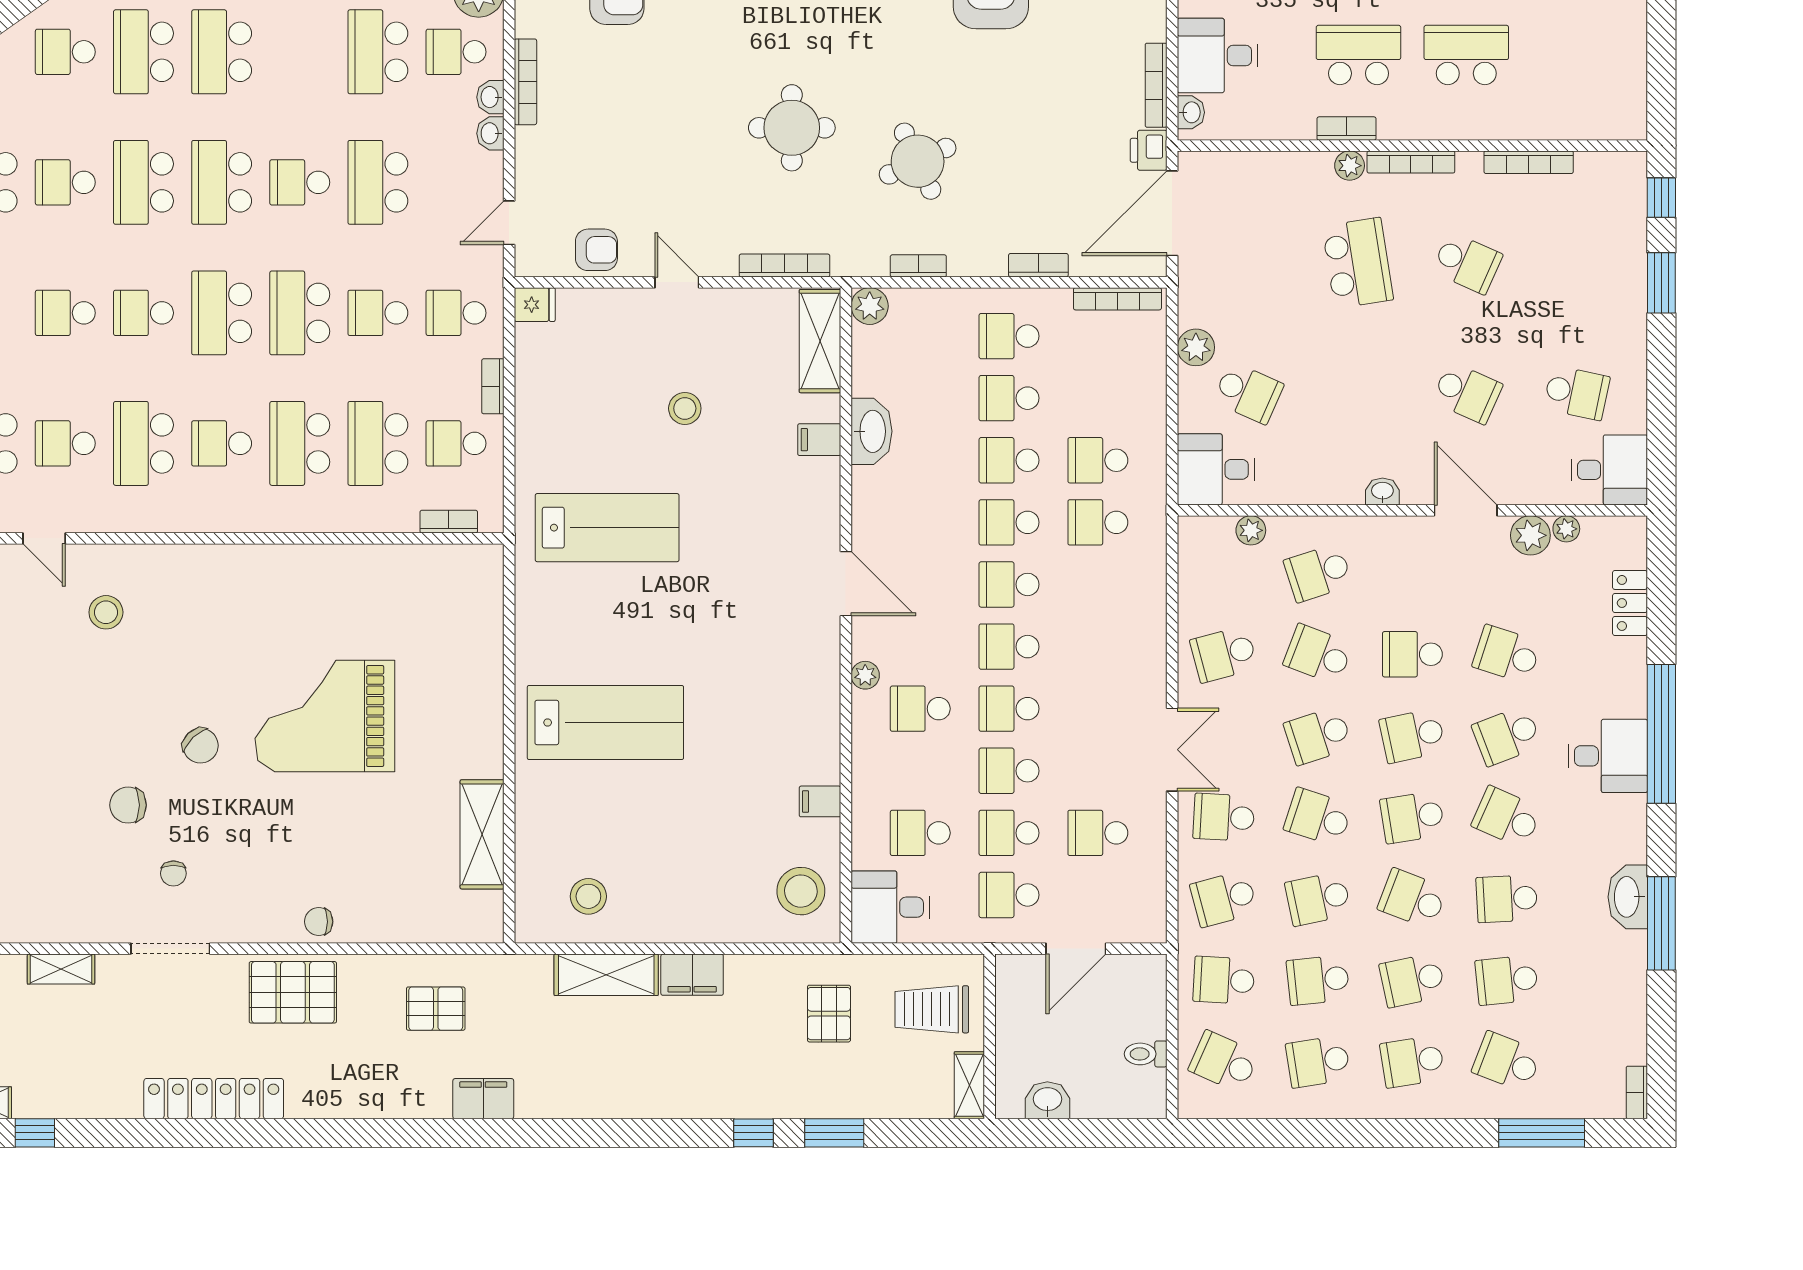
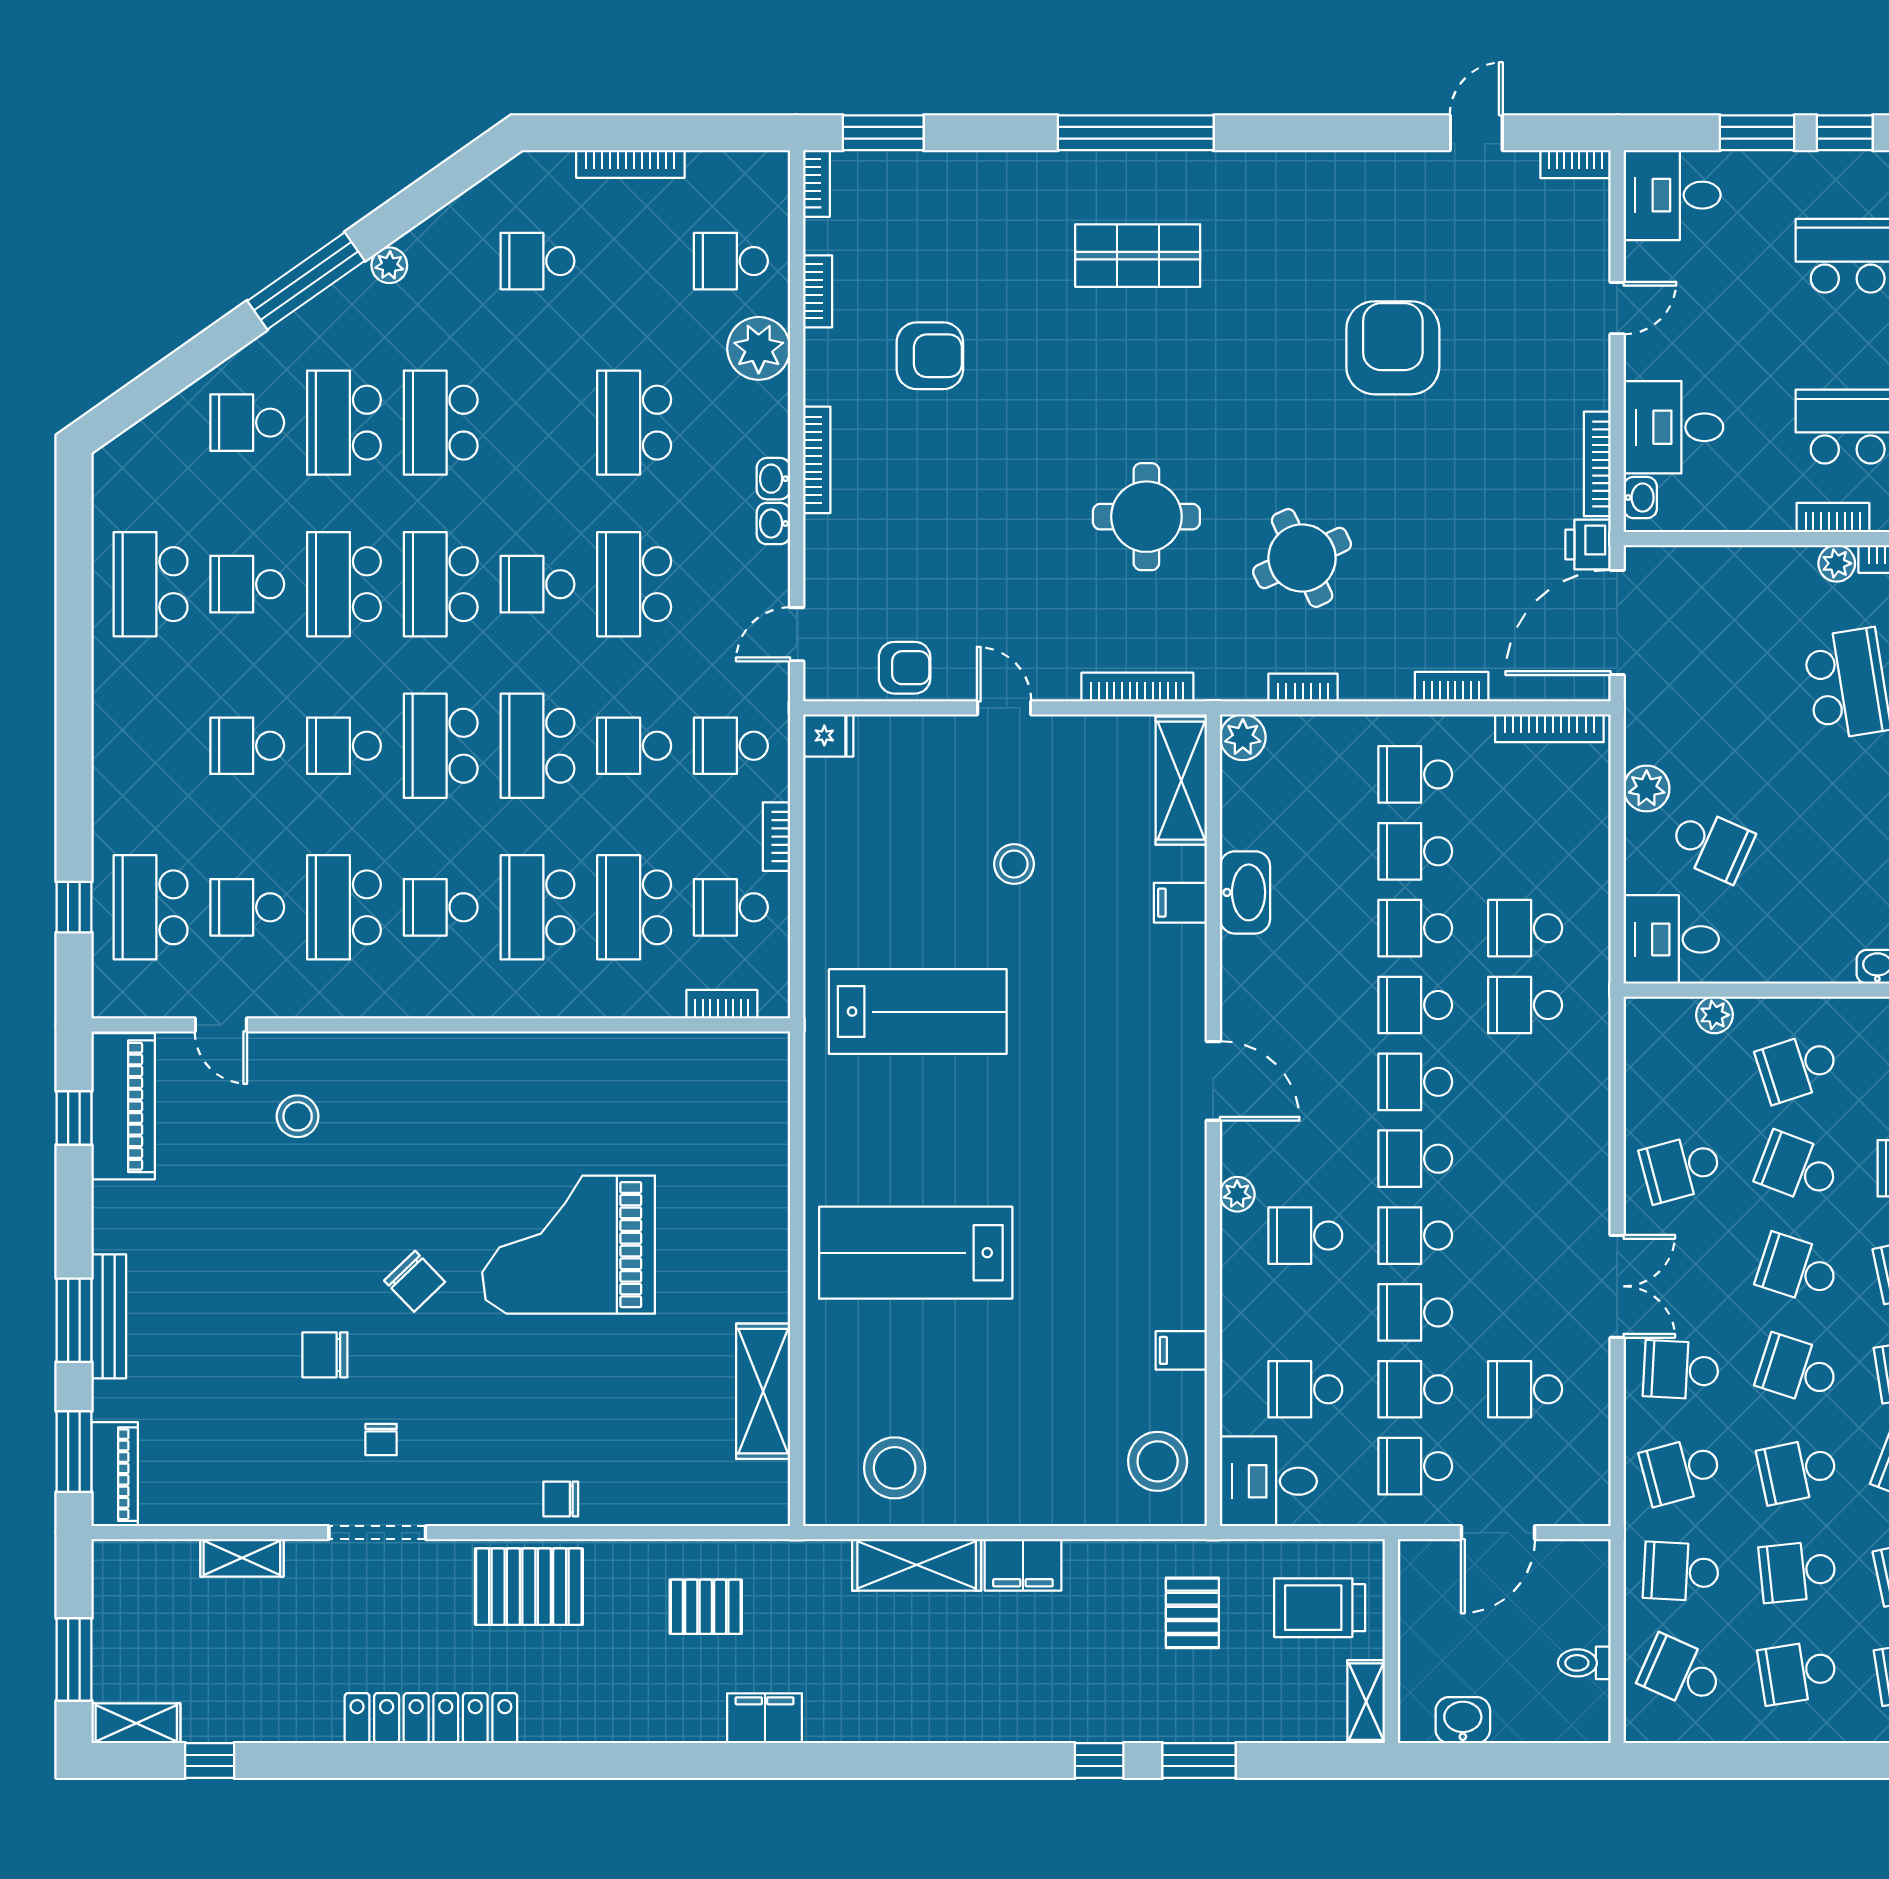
school desk: (456, 52) -> (731, 423), removed
lab bench: (605, 722) -> (916, 1253), turned 180
school desk: (1318, 736) -> (1798, 1269), turned 36
stool: (588, 896) -> (895, 1468), width x1.38, depth x1.38

